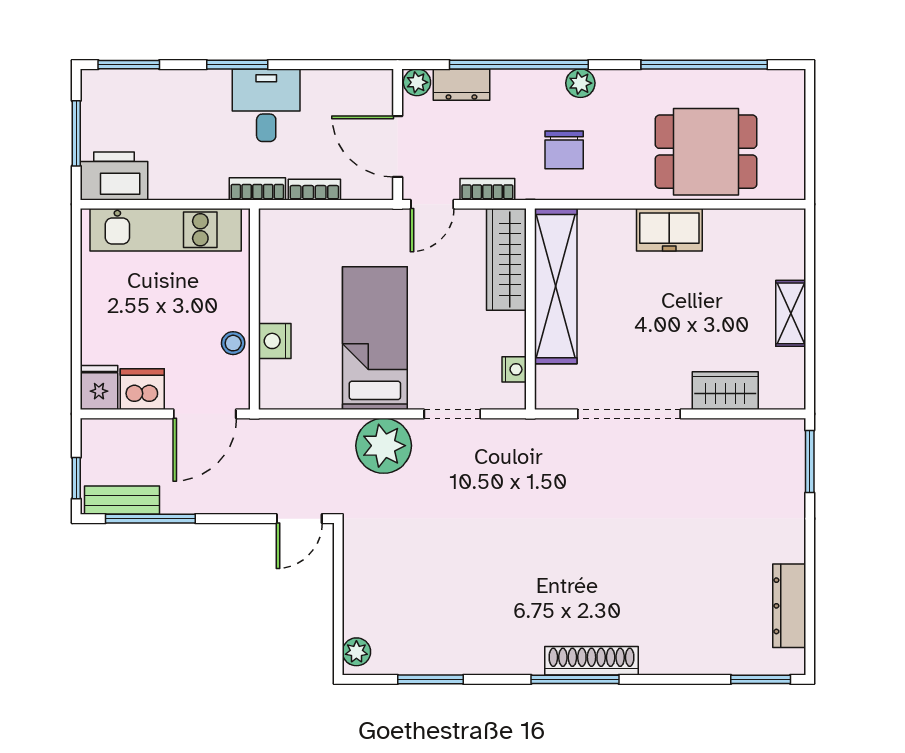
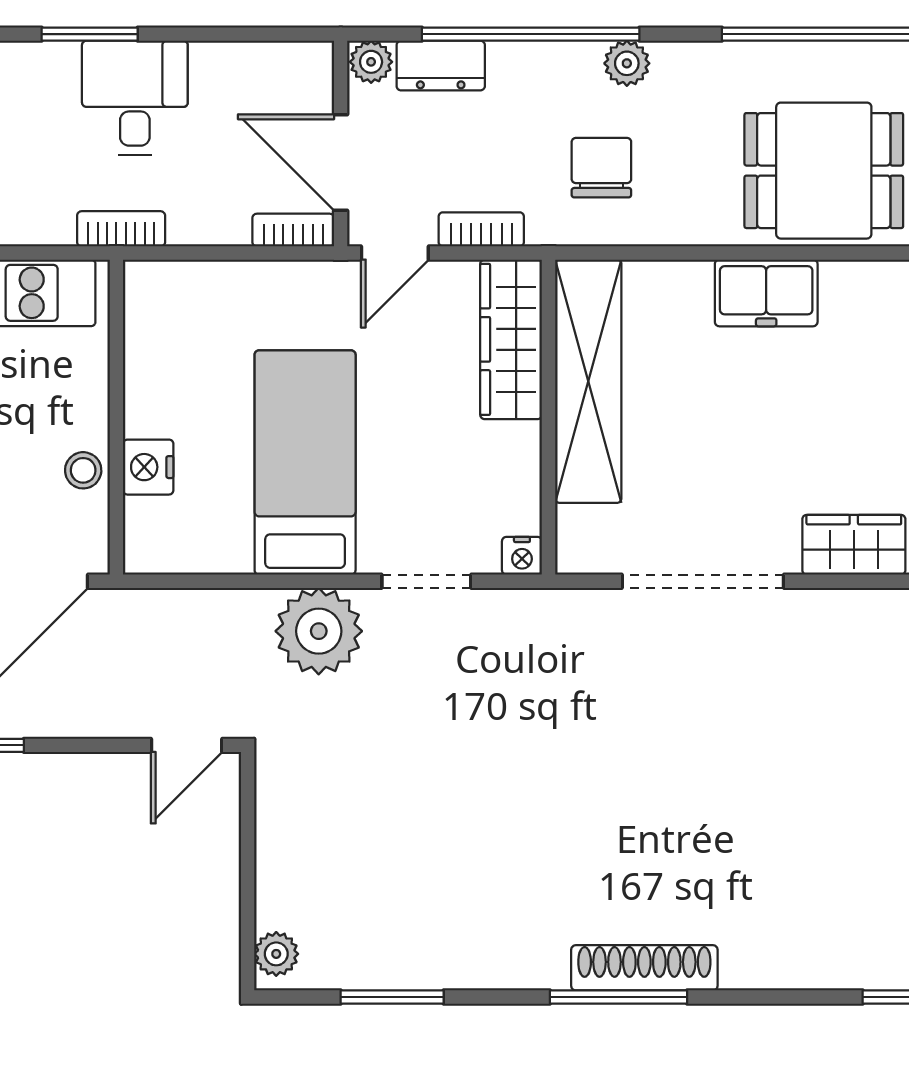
chair: (564, 150) -> (601, 168), turned 180
bookcase: (314, 190) -> (293, 230), moved
nightstand: (514, 369) -> (522, 556), moved, turned 90

